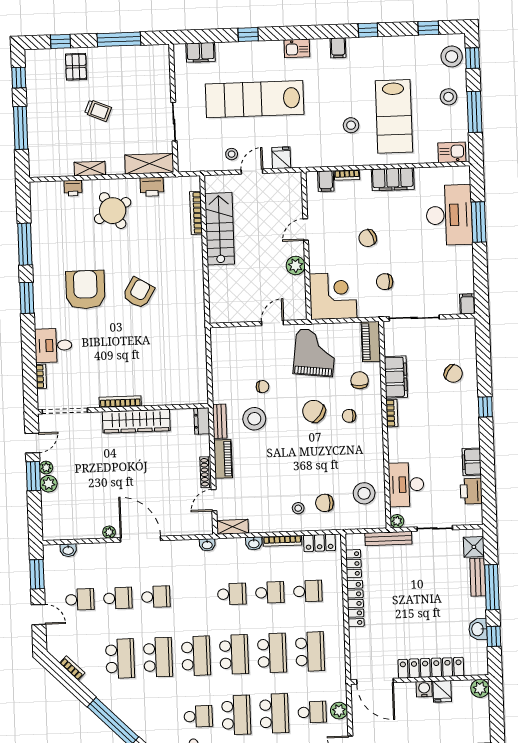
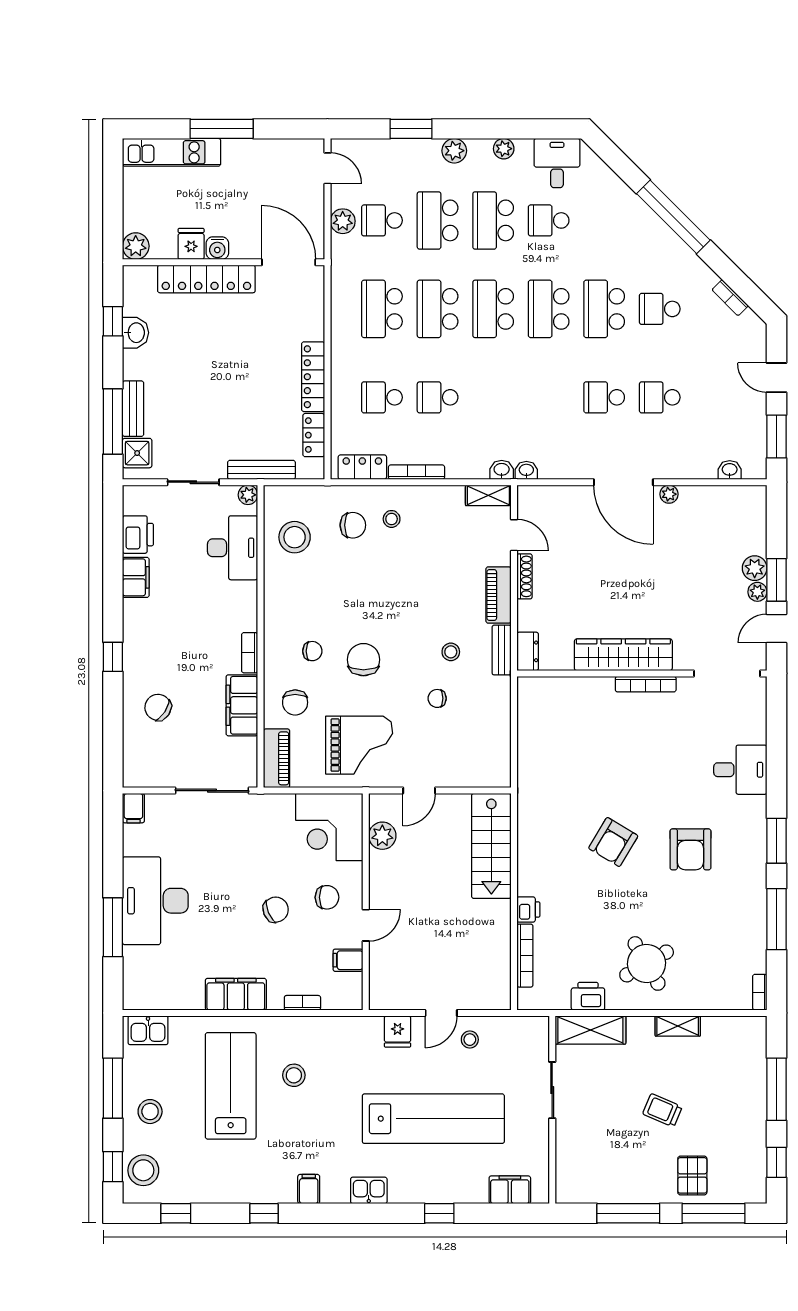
window: (61, 41) -> (714, 1213), width x2.17
filing cabinet: (326, 181) -> (348, 960), moved, turned -90
printer: (73, 188) -> (528, 910), moved, turned 90
desk: (449, 215) -> (155, 901), moved
stairs: (220, 229) -> (491, 846), moved
plant: (296, 265) -> (382, 836), moved
chair: (385, 282) -> (327, 897), moved
armchair: (85, 290) -> (690, 849), width x0.73, depth x0.73
grand piano: (315, 353) -> (359, 745), turned -97
bookcase: (41, 376) -> (760, 992), moved
chair: (314, 411) -> (363, 660), turned -125
stool: (254, 419) -> (451, 652), width x0.53, depth x0.53
door: (214, 500) -> (514, 535), hinge flipped
washbasin: (254, 543) -> (502, 470), moved
window: (492, 587) -> (113, 421), moved
school desk: (232, 594) -> (493, 397), removed
school desk: (80, 599) -> (715, 397), removed
school desk: (120, 659) -> (660, 309), width x0.54

